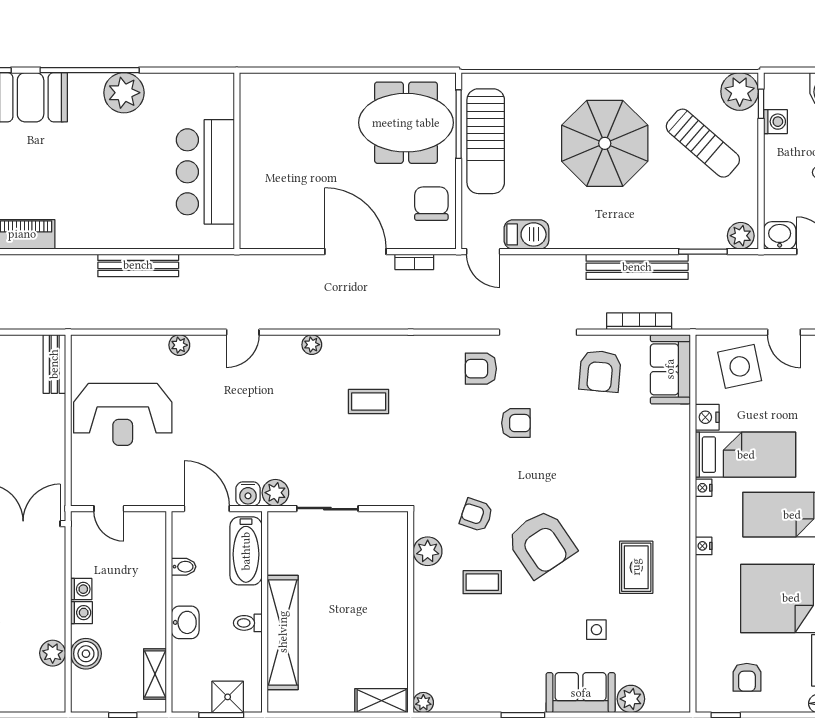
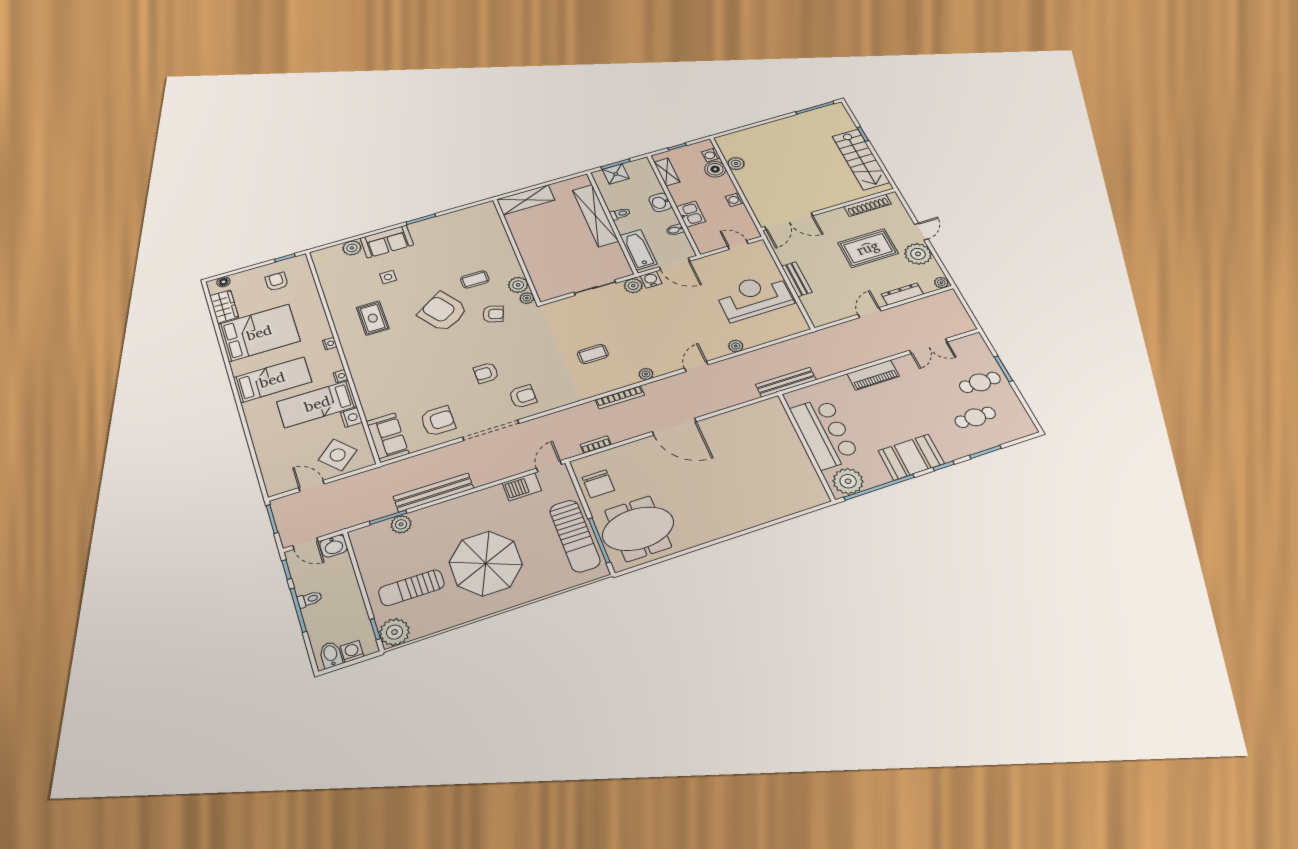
washing machine: (775, 122) -> (352, 651), moved, turned 90
sun lounger: (486, 141) -> (575, 536), turned 180
sun lounger: (703, 143) -> (411, 588), turned -41
wall: (237, 161) -> (806, 447), moved
bar counter: (205, 172) -> (825, 433), moved
plant: (741, 236) -> (401, 524), moved
door: (355, 252) -> (674, 427), moved
door: (483, 252) -> (549, 466), hinge flipped
bookcase: (639, 321) -> (620, 397), moved
bench: (54, 364) -> (797, 279), moved
side table: (740, 366) -> (338, 455), turned -30
armchair: (600, 371) -> (438, 421), turned 85
kitchen sink: (151, 586) -> (691, 214), added
washing machine: (81, 613) -> (711, 155), moved
shelving: (382, 701) -> (526, 200), width x1.50, depth x1.33
plant: (423, 703) -> (527, 298), moved

